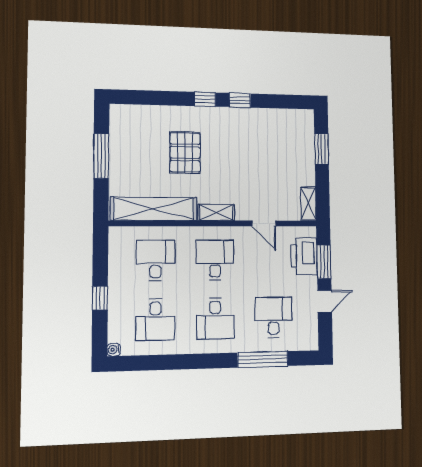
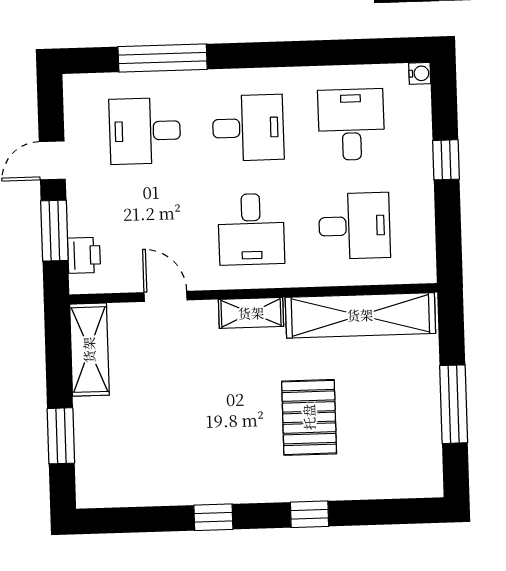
window: (205, 99) -> (309, 514), moved
shelving: (308, 204) -> (89, 350), width x1.50, depth x1.33
printer: (304, 256) -> (84, 255), width x0.53, depth x0.68
desk: (156, 260) -> (354, 226), turned -90
desk: (273, 317) -> (145, 131), turned 90
desk: (215, 318) -> (248, 128), turned 90

